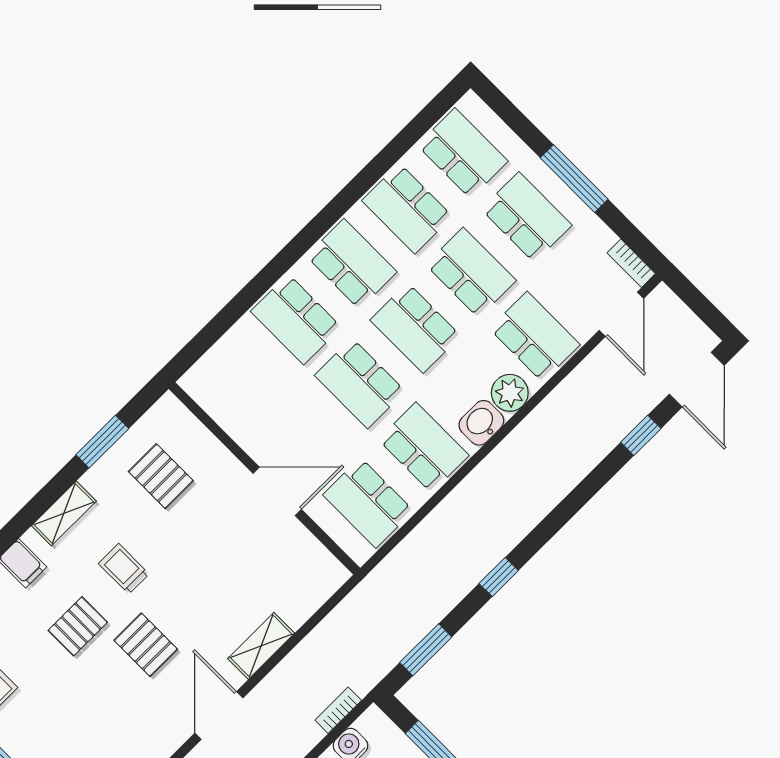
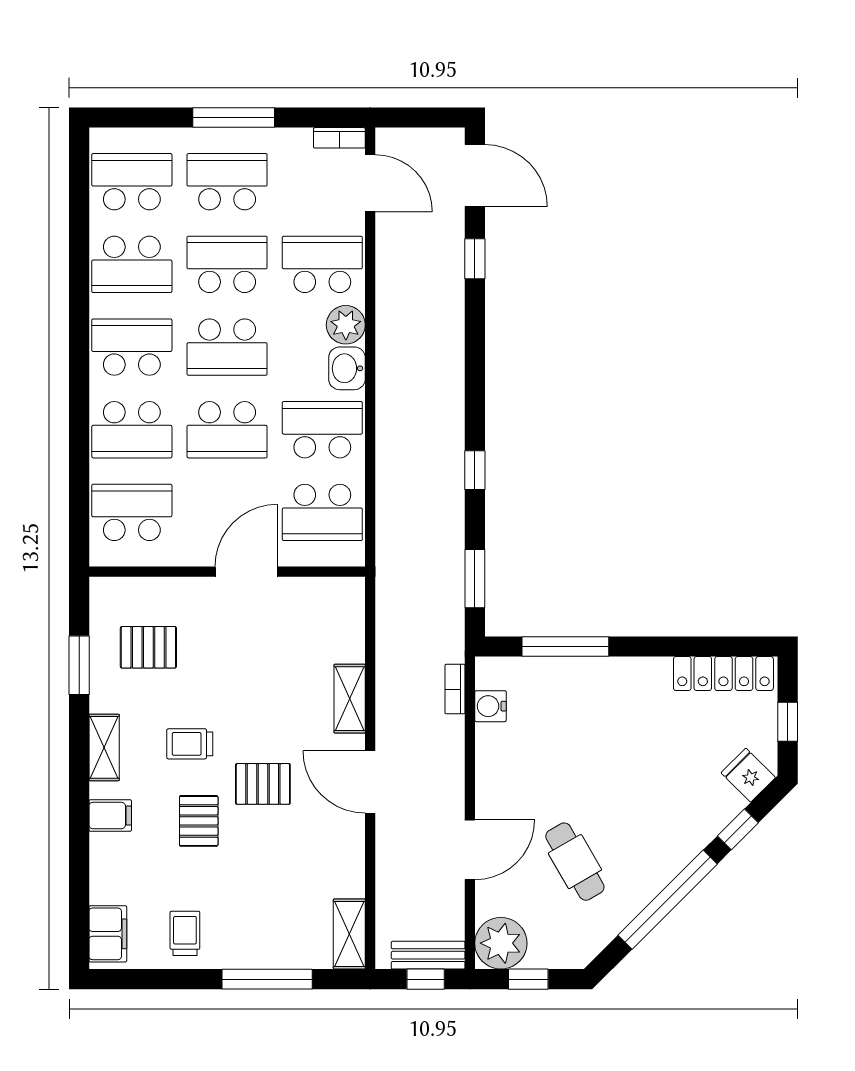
school desk: (240, 375) -> (132, 512), added

